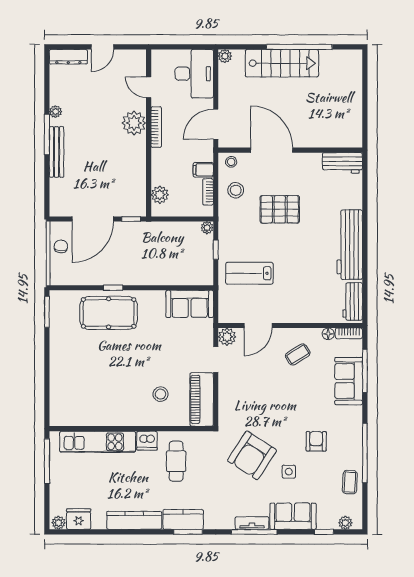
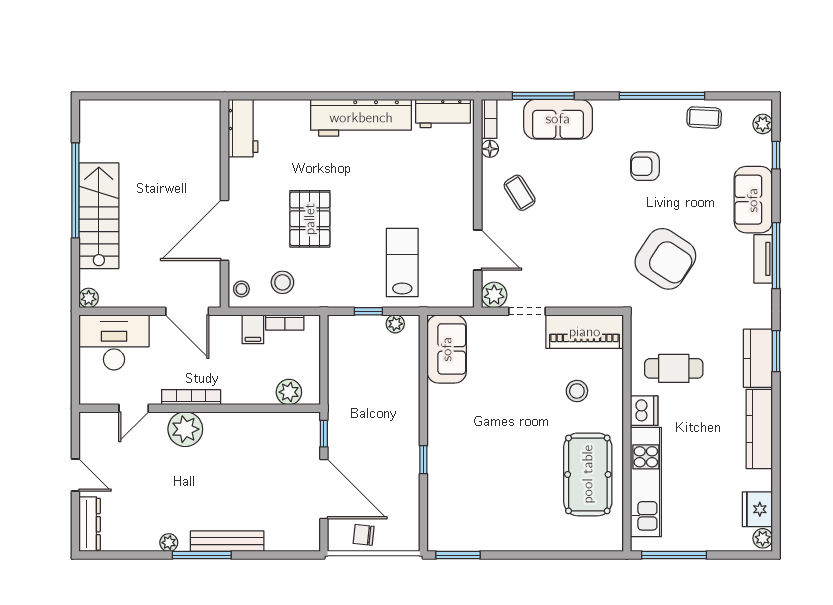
plant: (207, 228) -> (395, 324), moved
lab bench: (249, 273) -> (402, 263), turned 180
pool table: (109, 313) -> (588, 474), moved
side table: (289, 472) -> (689, 206), removed

